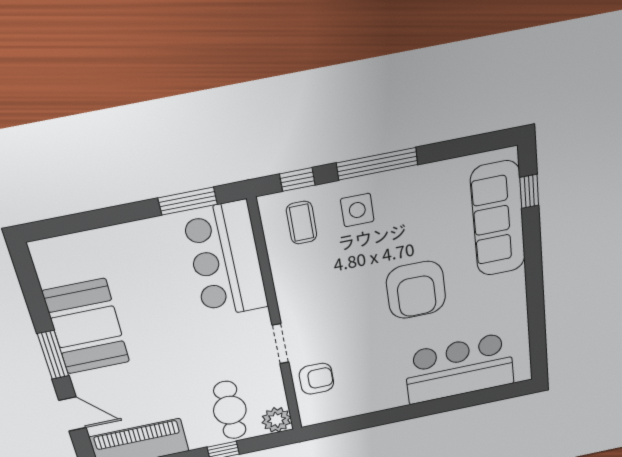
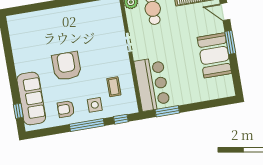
coffee table: (302, 223) -> (114, 87), moved
bar counter: (459, 368) -> (43, 24), removed
armchair: (316, 379) -> (66, 109), moved

